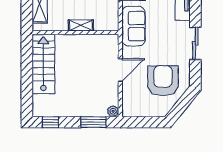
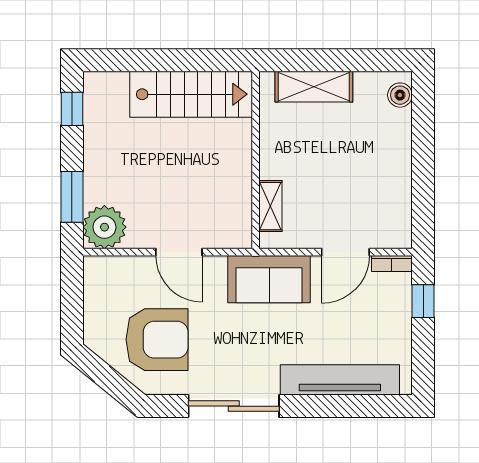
shelving: (81, 25) -> (270, 206), moved
sliding door: (195, 43) -> (234, 406), width x1.37
plant: (113, 111) -> (104, 227), width x1.88, depth x1.88

